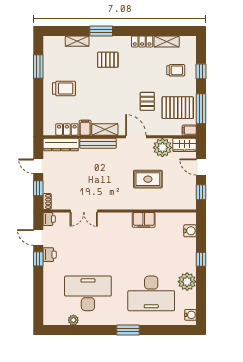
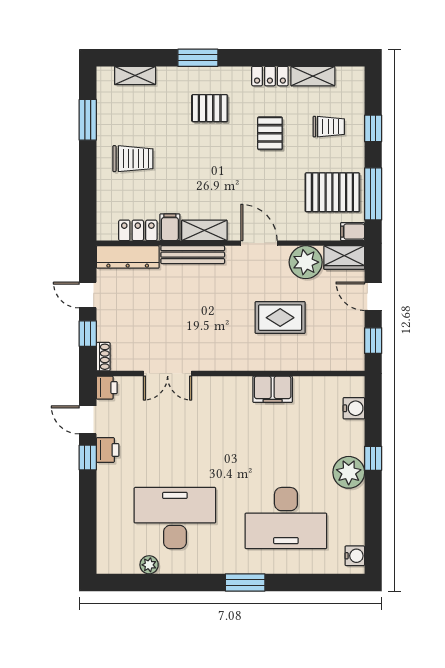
shelving: (77, 41) -> (135, 76), moved
pallet: (147, 101) -> (270, 133), moved
plant: (187, 282) -> (349, 472), moved

